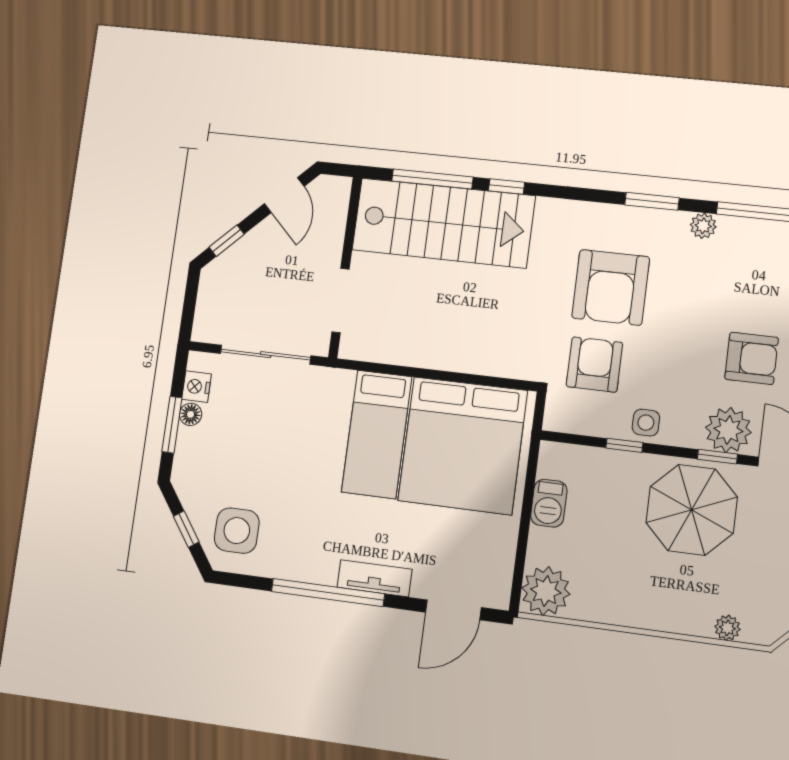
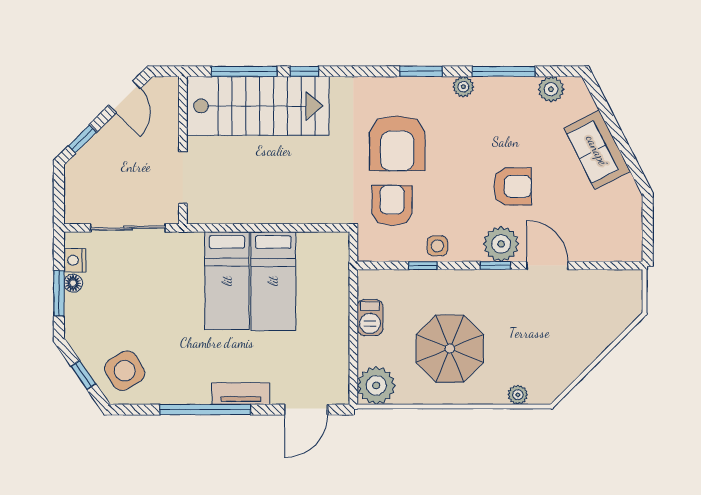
bed: (463, 446) -> (273, 281), width x0.49
parasol: (692, 510) -> (450, 349), moved
side table: (237, 531) -> (125, 371), turned -31

